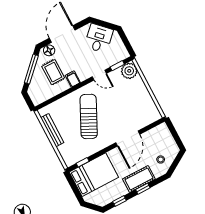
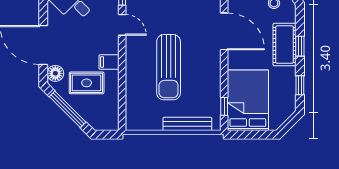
door: (99, 75) -> (122, 25), hinge flipped
sun lounger: (89, 116) -> (169, 67), turned -116
bench: (52, 130) -> (187, 124), moved

